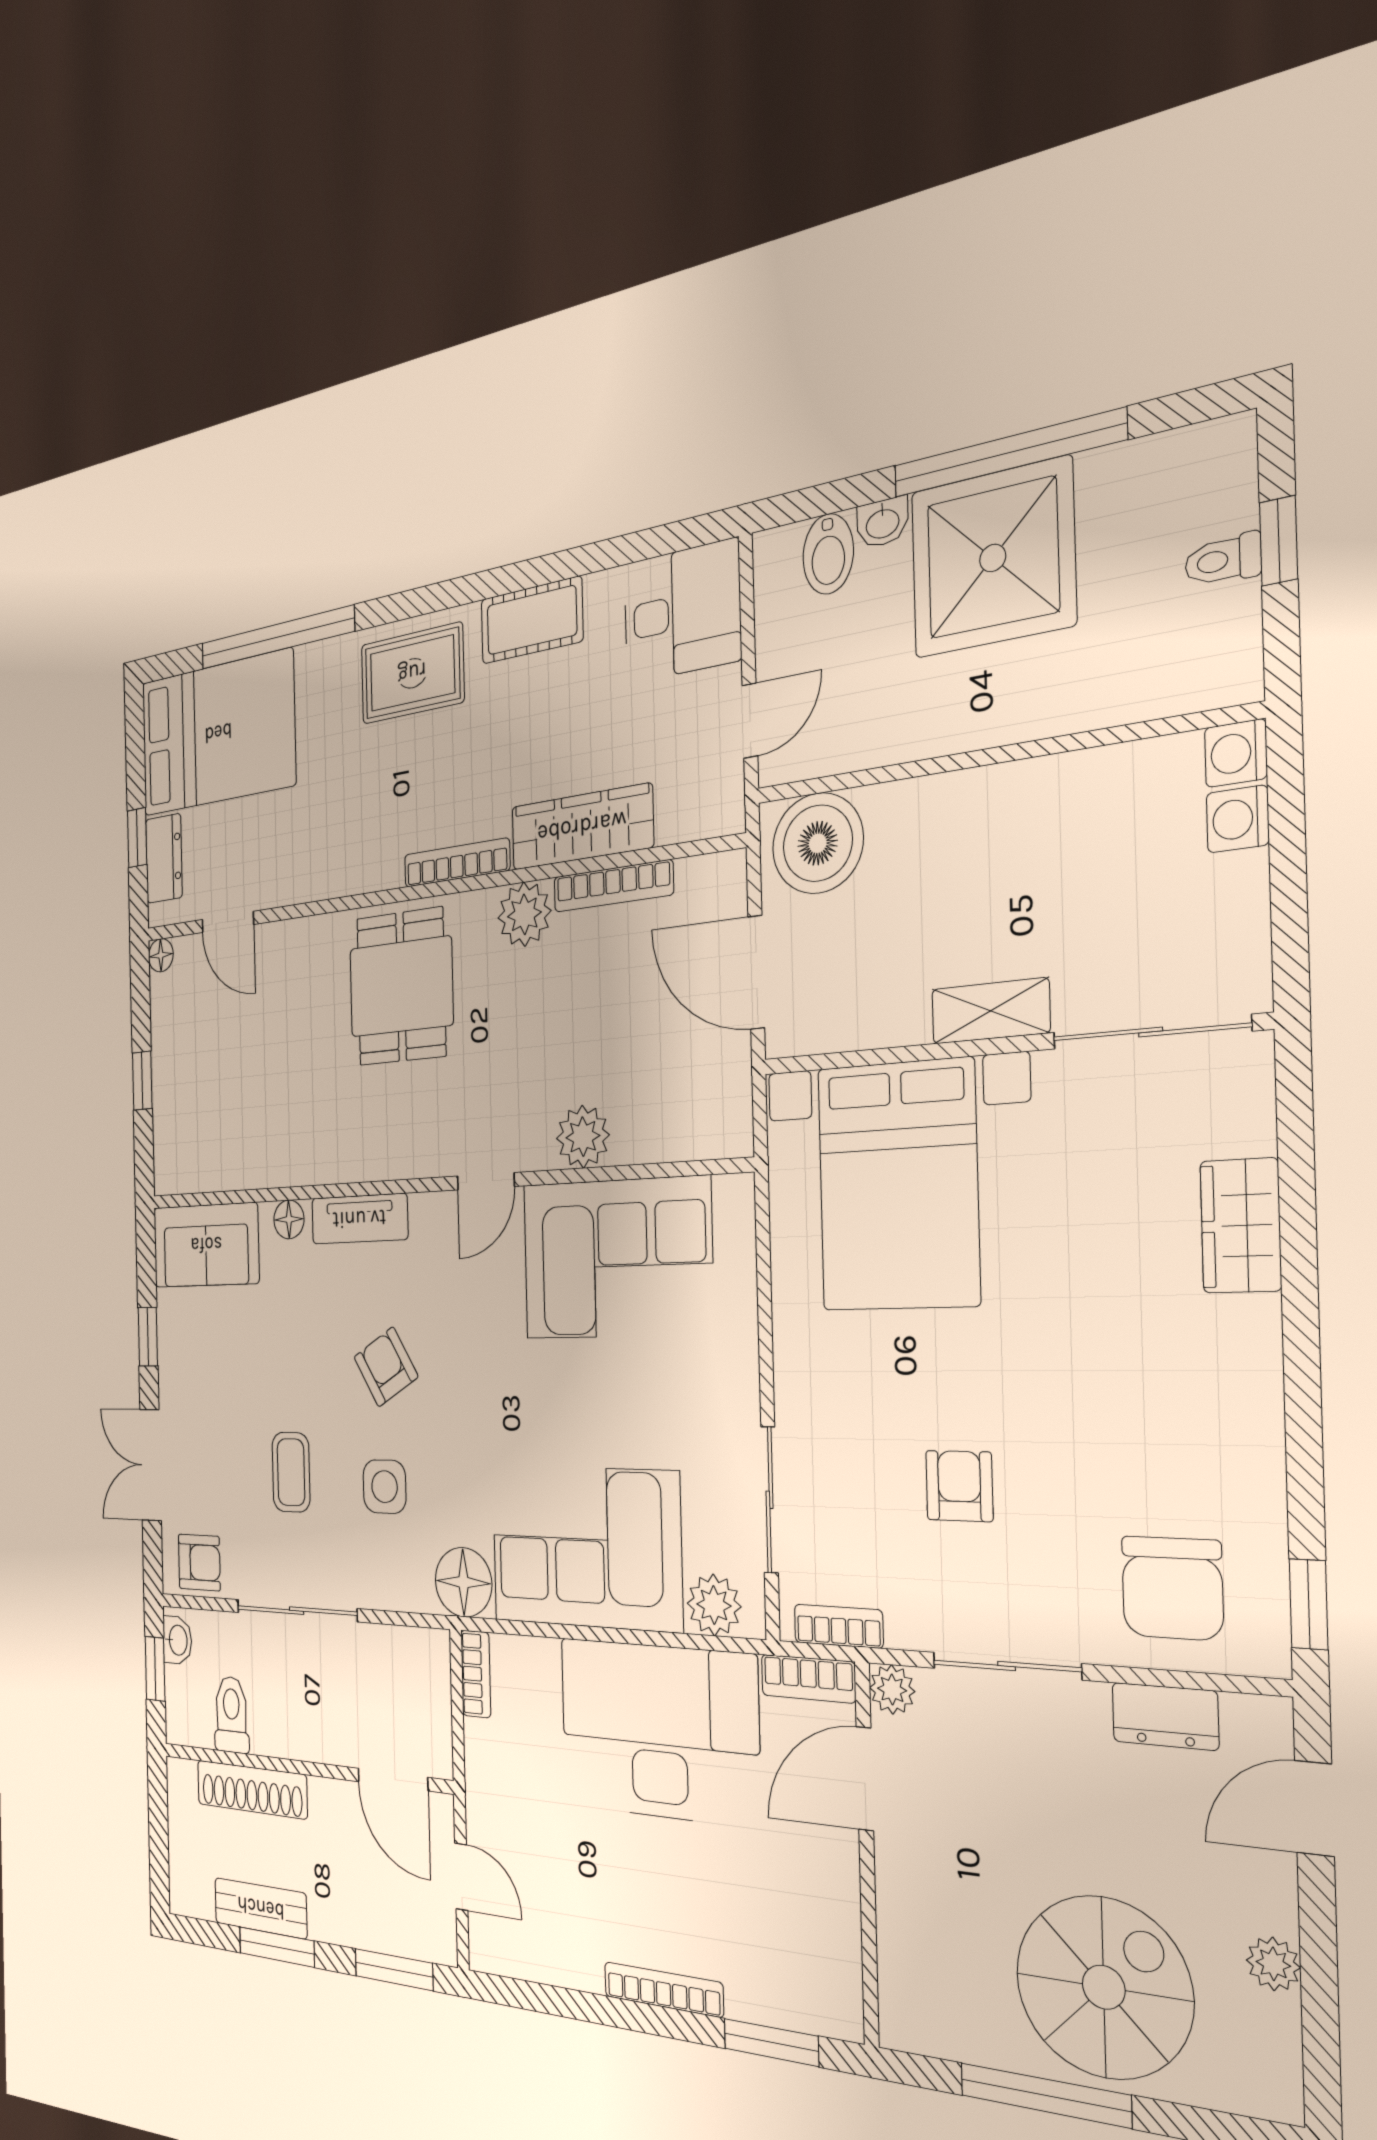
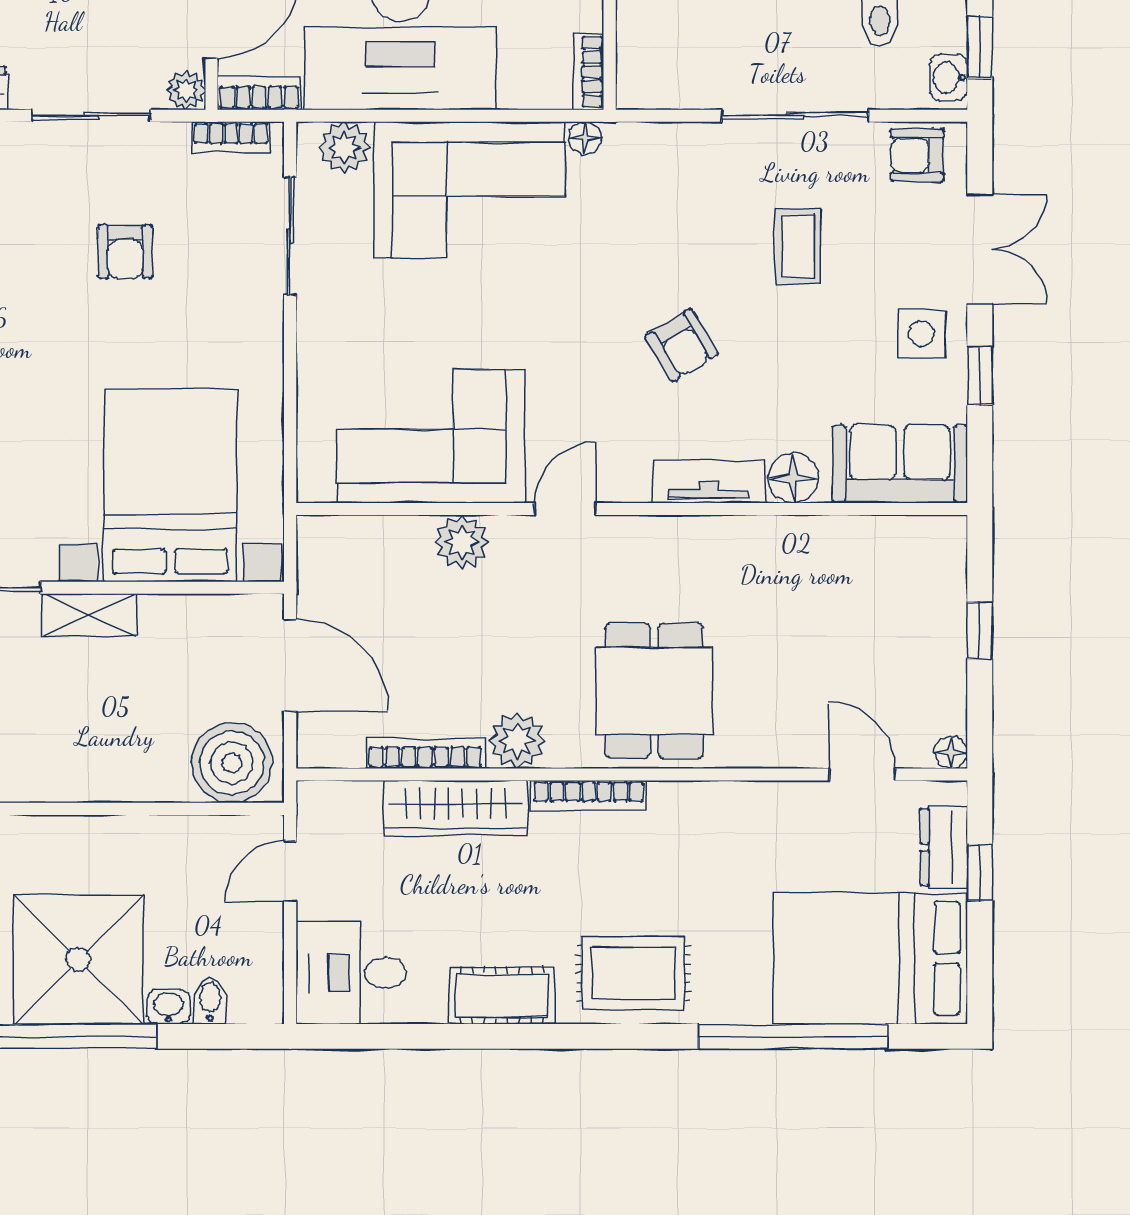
bidet: (828, 554) -> (210, 1001), width x0.72, depth x0.74
floor lamp: (289, 1219) -> (794, 478), width x1.37, depth x1.37
side table: (385, 1487) -> (921, 334), moved
floor lamp: (463, 1582) -> (585, 138), width x0.53, depth x0.53

